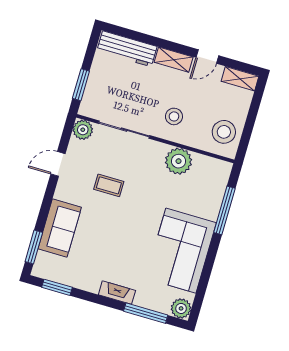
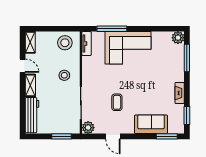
plant: (179, 161) -> (90, 65), removed
tv unit: (213, 165) -> (87, 44), added
corner sofa: (181, 251) -> (128, 48), moved
fireplace: (117, 293) -> (180, 93), moved

